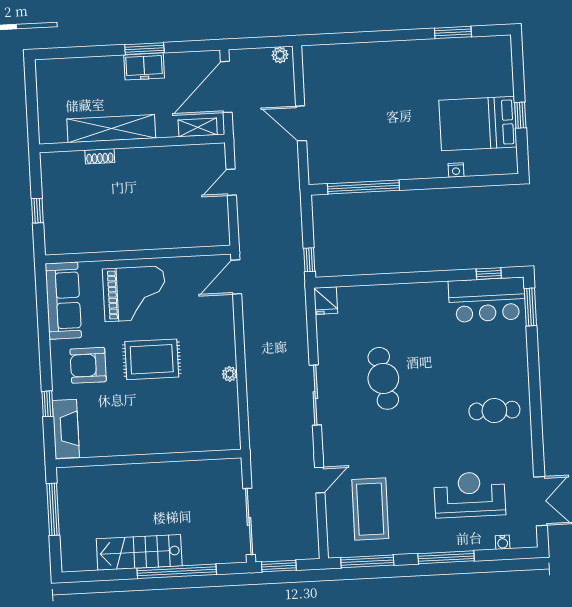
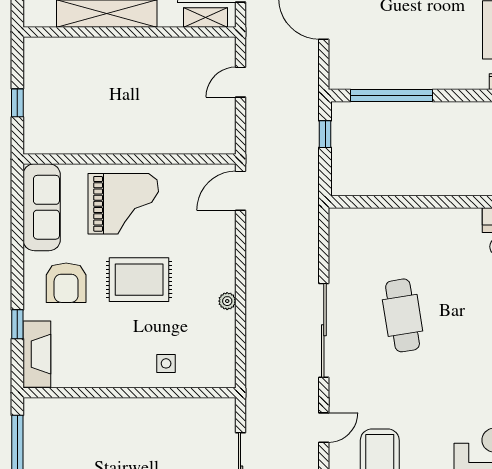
shoe rack: (100, 156) -> (92, 45), removed
window: (309, 260) -> (325, 134), moved
fridge: (326, 301) -> (341, 223), removed
armchair: (88, 365) -> (66, 283), turned -90
sliding door: (315, 395) -> (324, 330), width x1.36
side table: (179, 431) -> (166, 363), added

